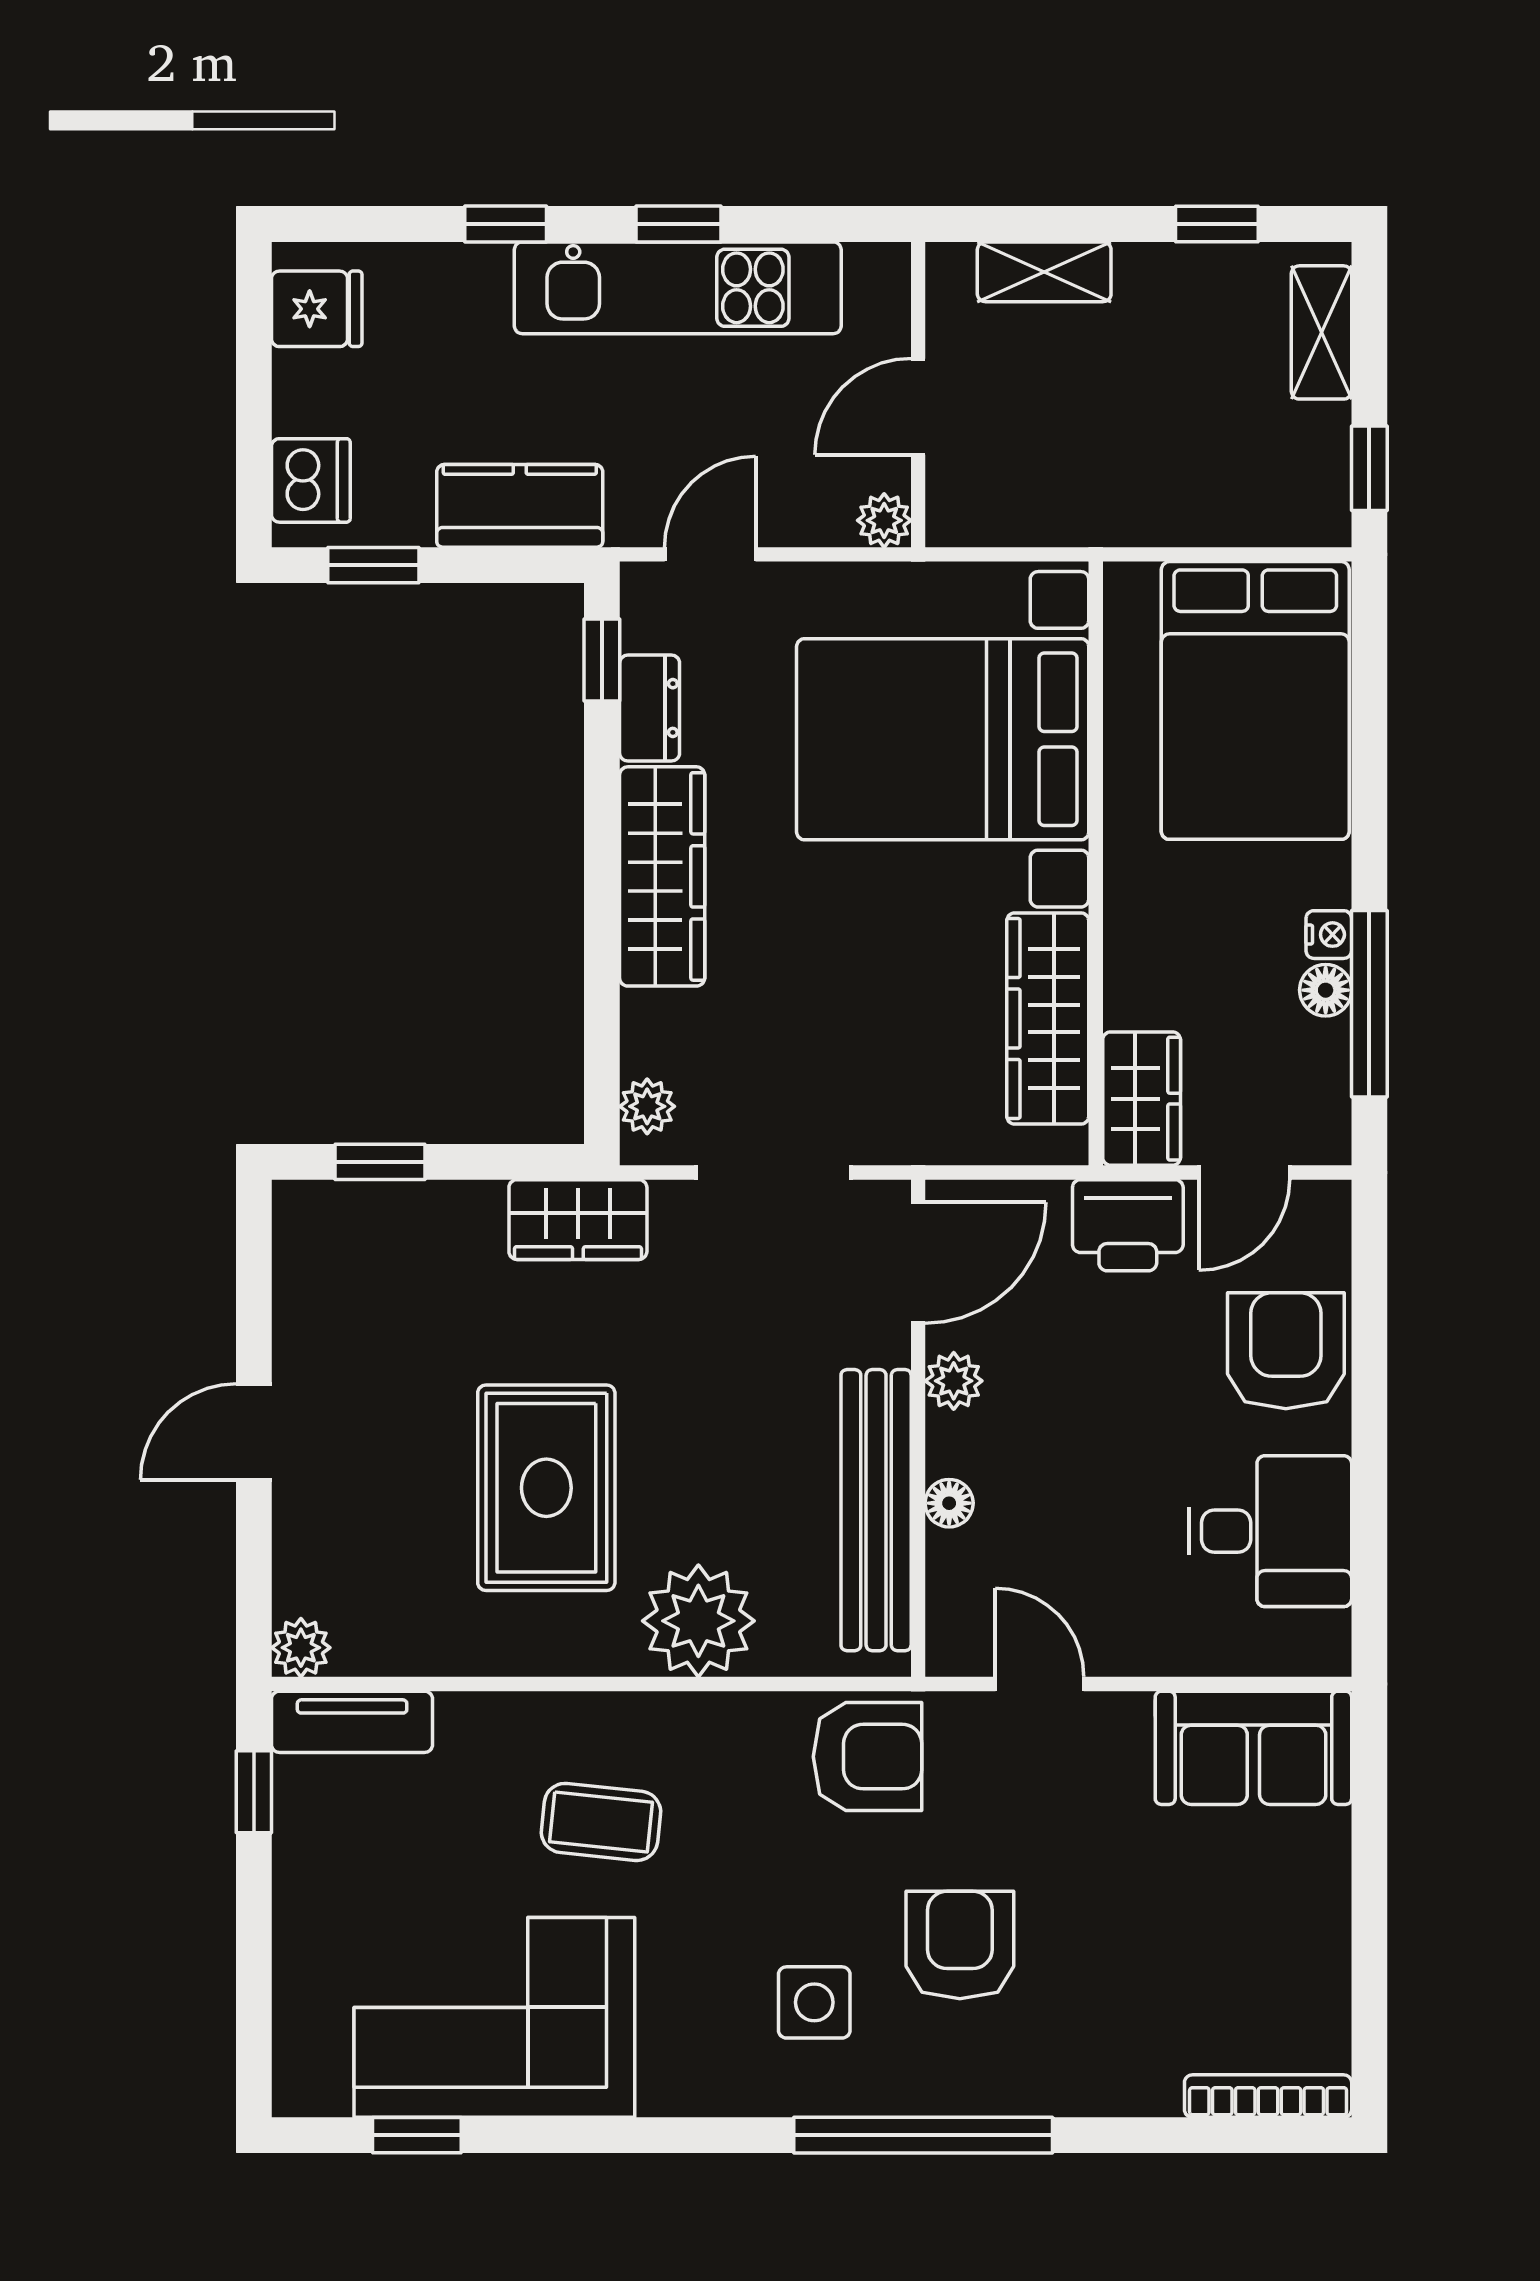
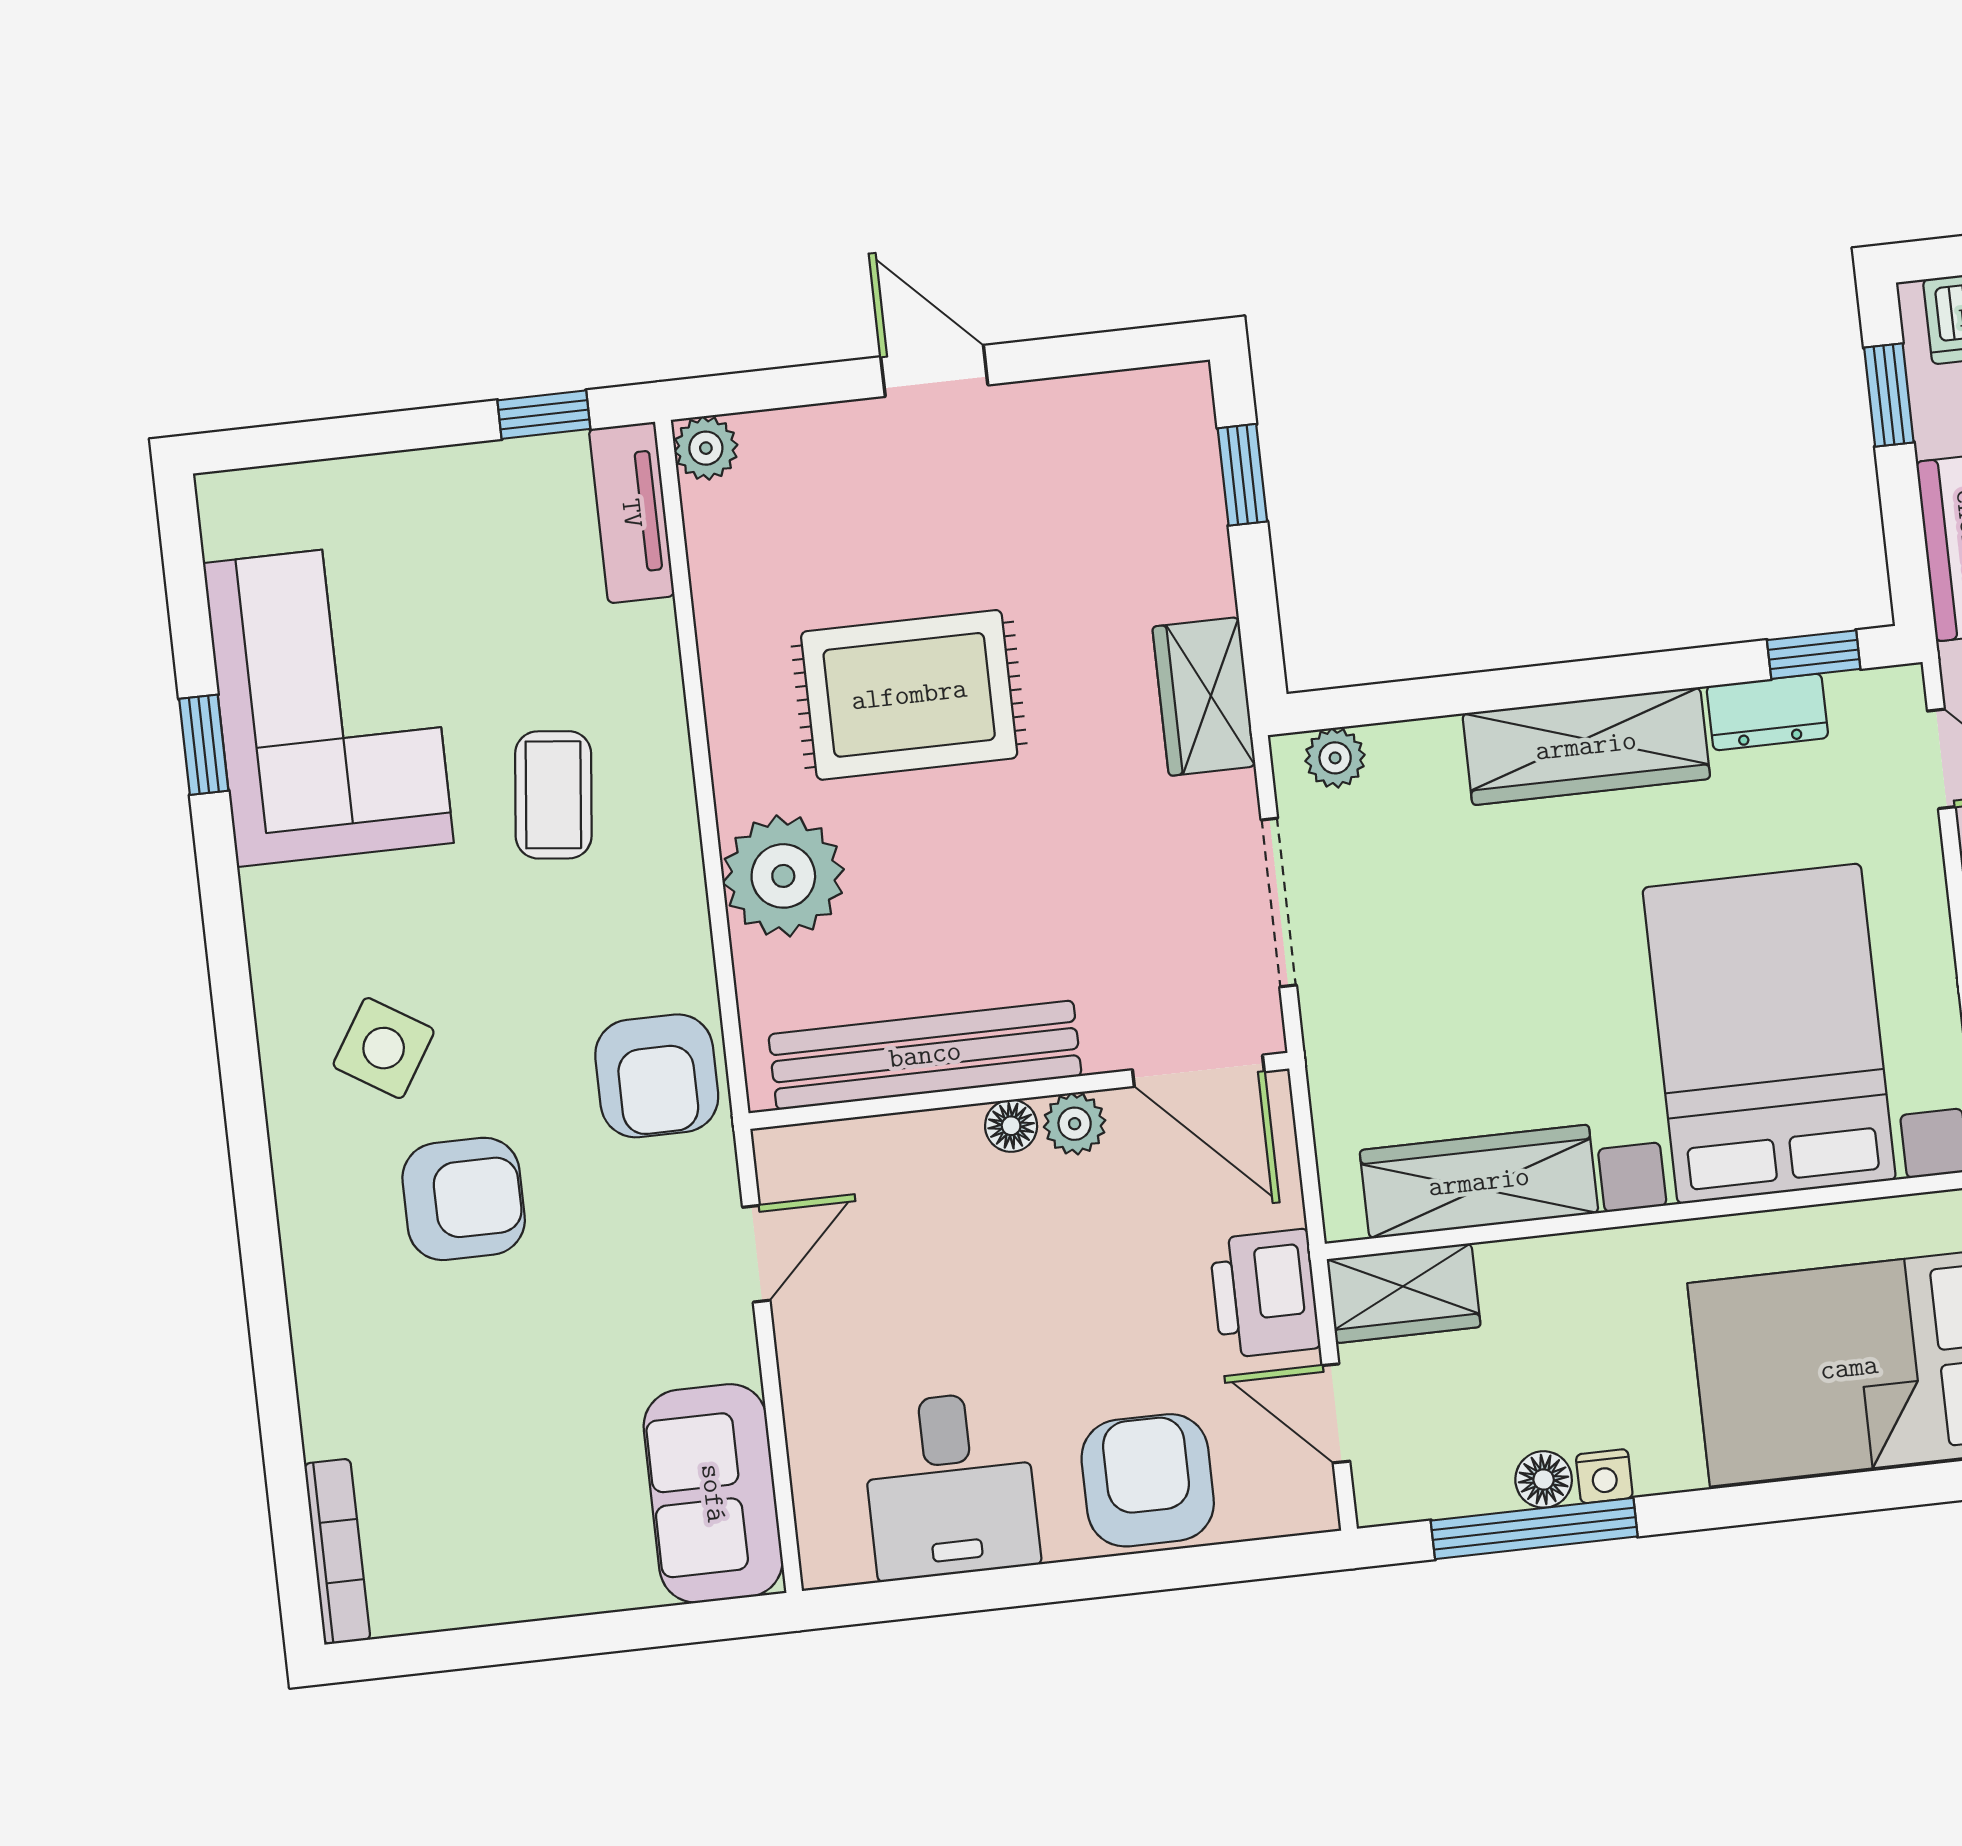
armchair: (1286, 1351) -> (1148, 1480), turned -90
floor lamp: (949, 1503) -> (1011, 1126), moved
side table: (814, 2002) -> (384, 1048), turned 32
window: (417, 2135) -> (204, 745), moved
window: (923, 2135) -> (253, 1182), removed

